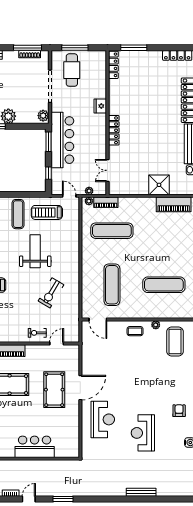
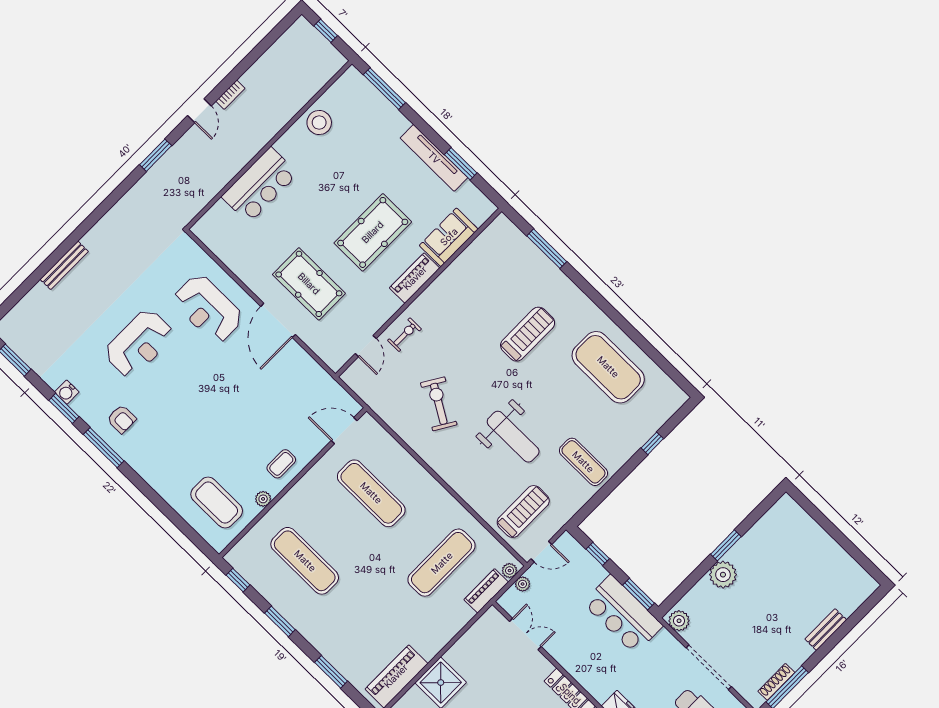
bar counter: (62, 140) -> (623, 614), width x0.73
treadmill: (47, 212) -> (523, 511), moved
exercise mat: (164, 285) -> (305, 561), turned 90
reception desk: (143, 433) -> (139, 343), turned 90

